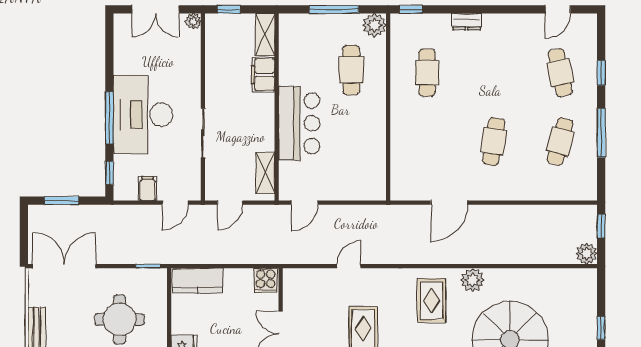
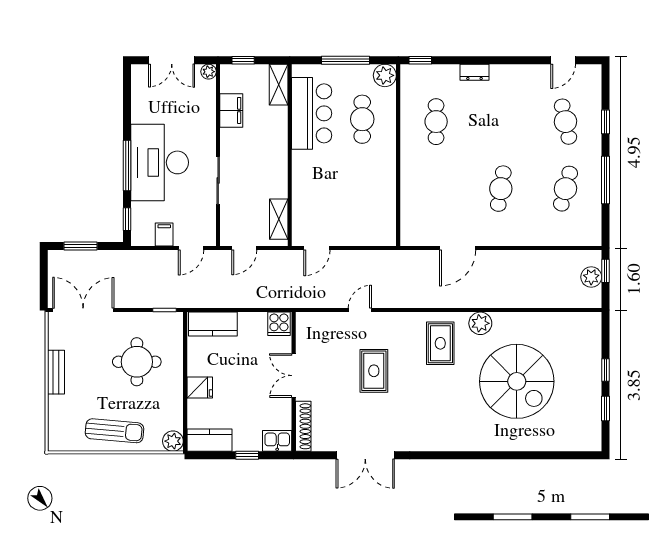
filing cabinet: (263, 75) -> (231, 110), moved, turned 180
bar counter: (299, 123) -> (312, 113), moved
plant: (587, 254) -> (591, 277), moved

